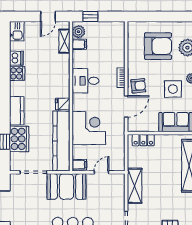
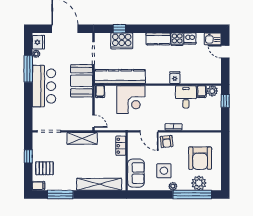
door: (48, 16) -> (225, 52), moved
shelving: (64, 41) -> (204, 79), removed
desk: (85, 81) -> (186, 97), moved
fridge: (63, 104) -> (175, 78), moved
kitchen counter: (17, 111) -> (158, 39), moved
door: (101, 172) -> (94, 121), moved

